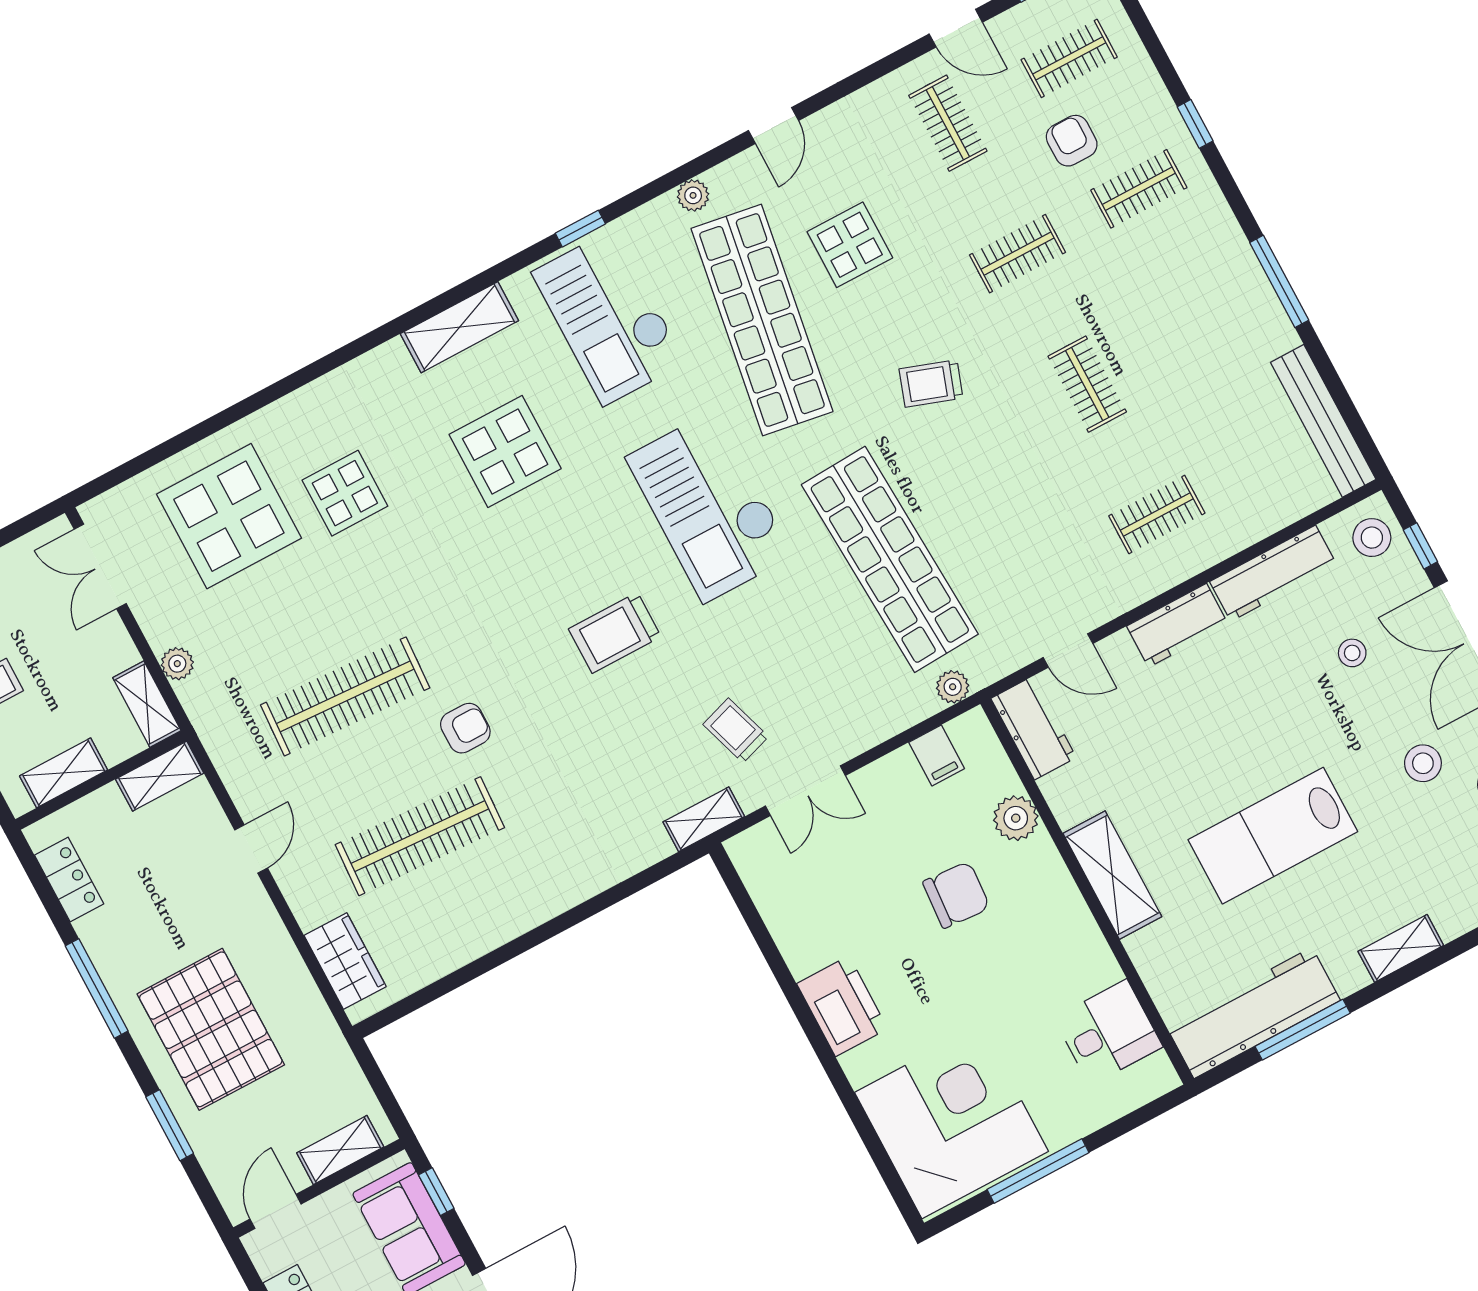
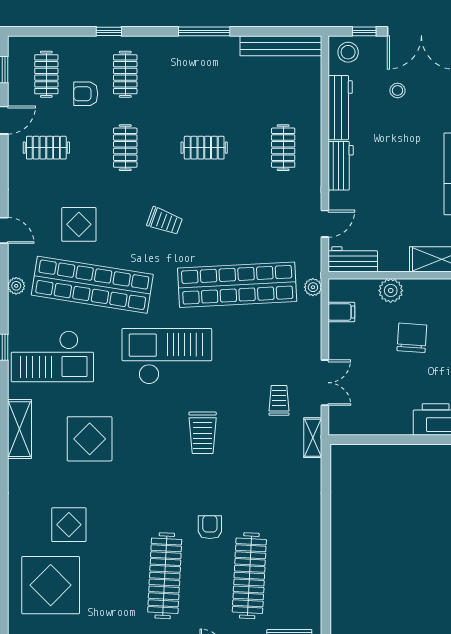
trolley: (931, 383) -> (165, 221), turned -89
checkout: (710, 506) -> (167, 356), turned 180
trolley: (736, 730) -> (279, 400), turned 108

